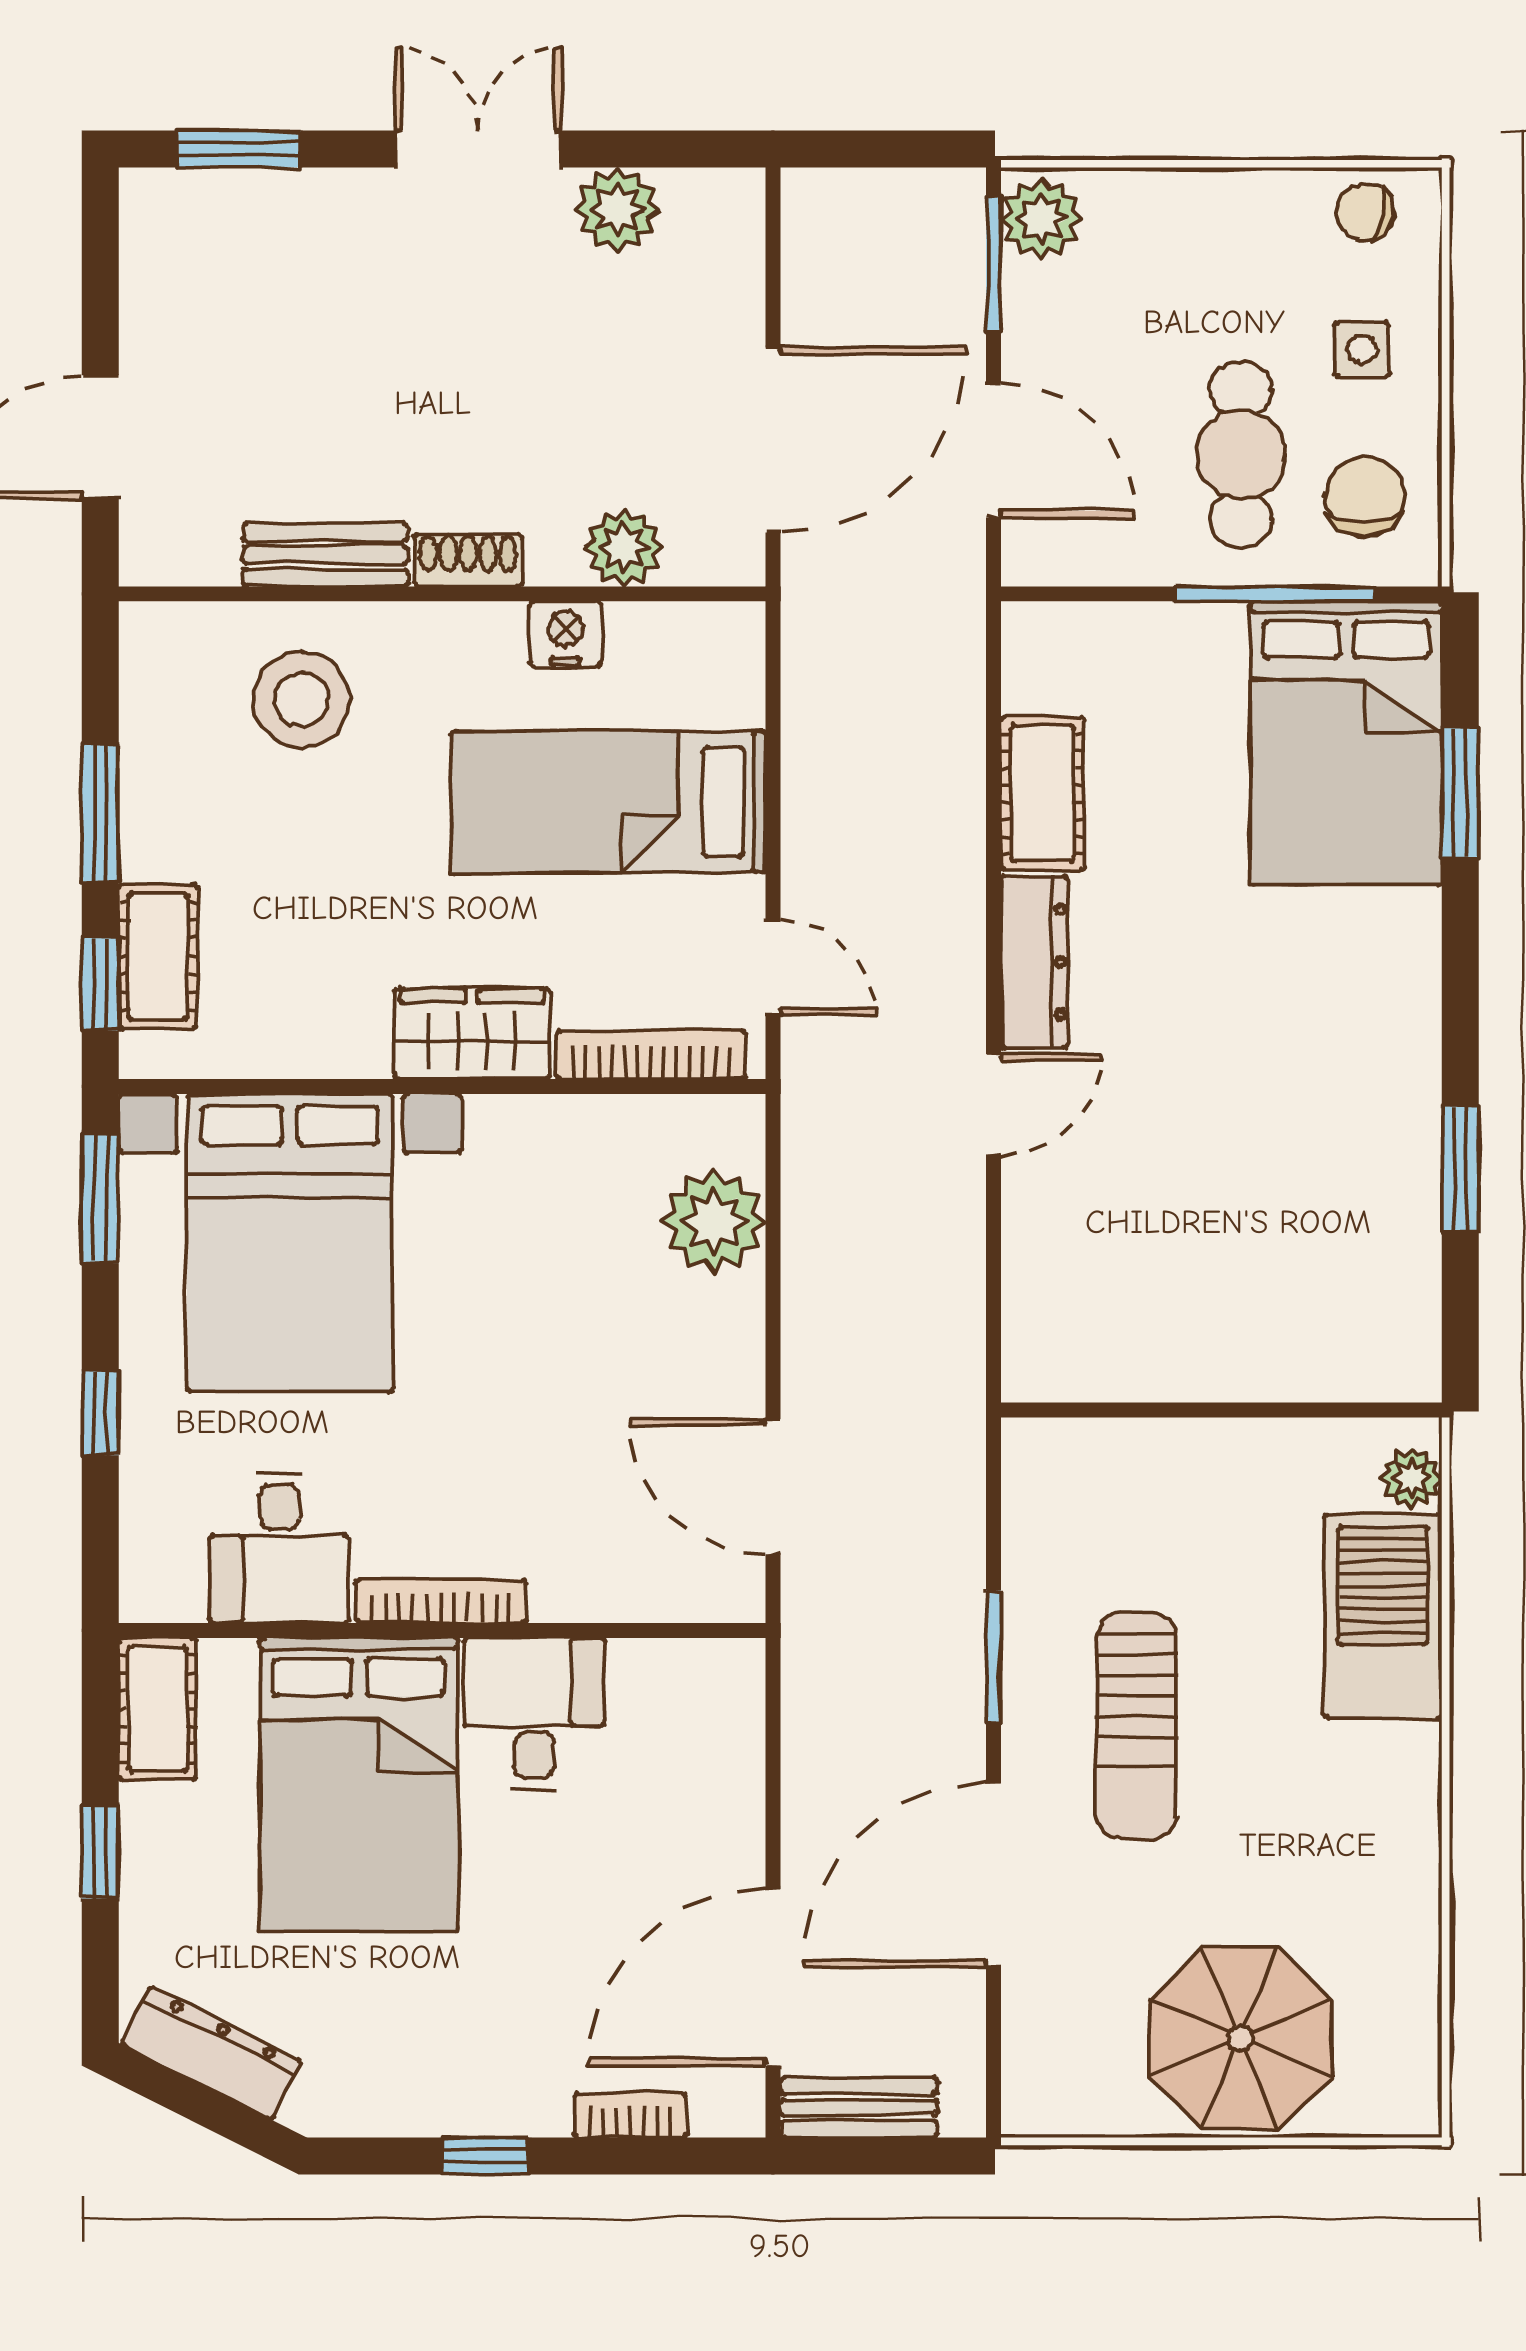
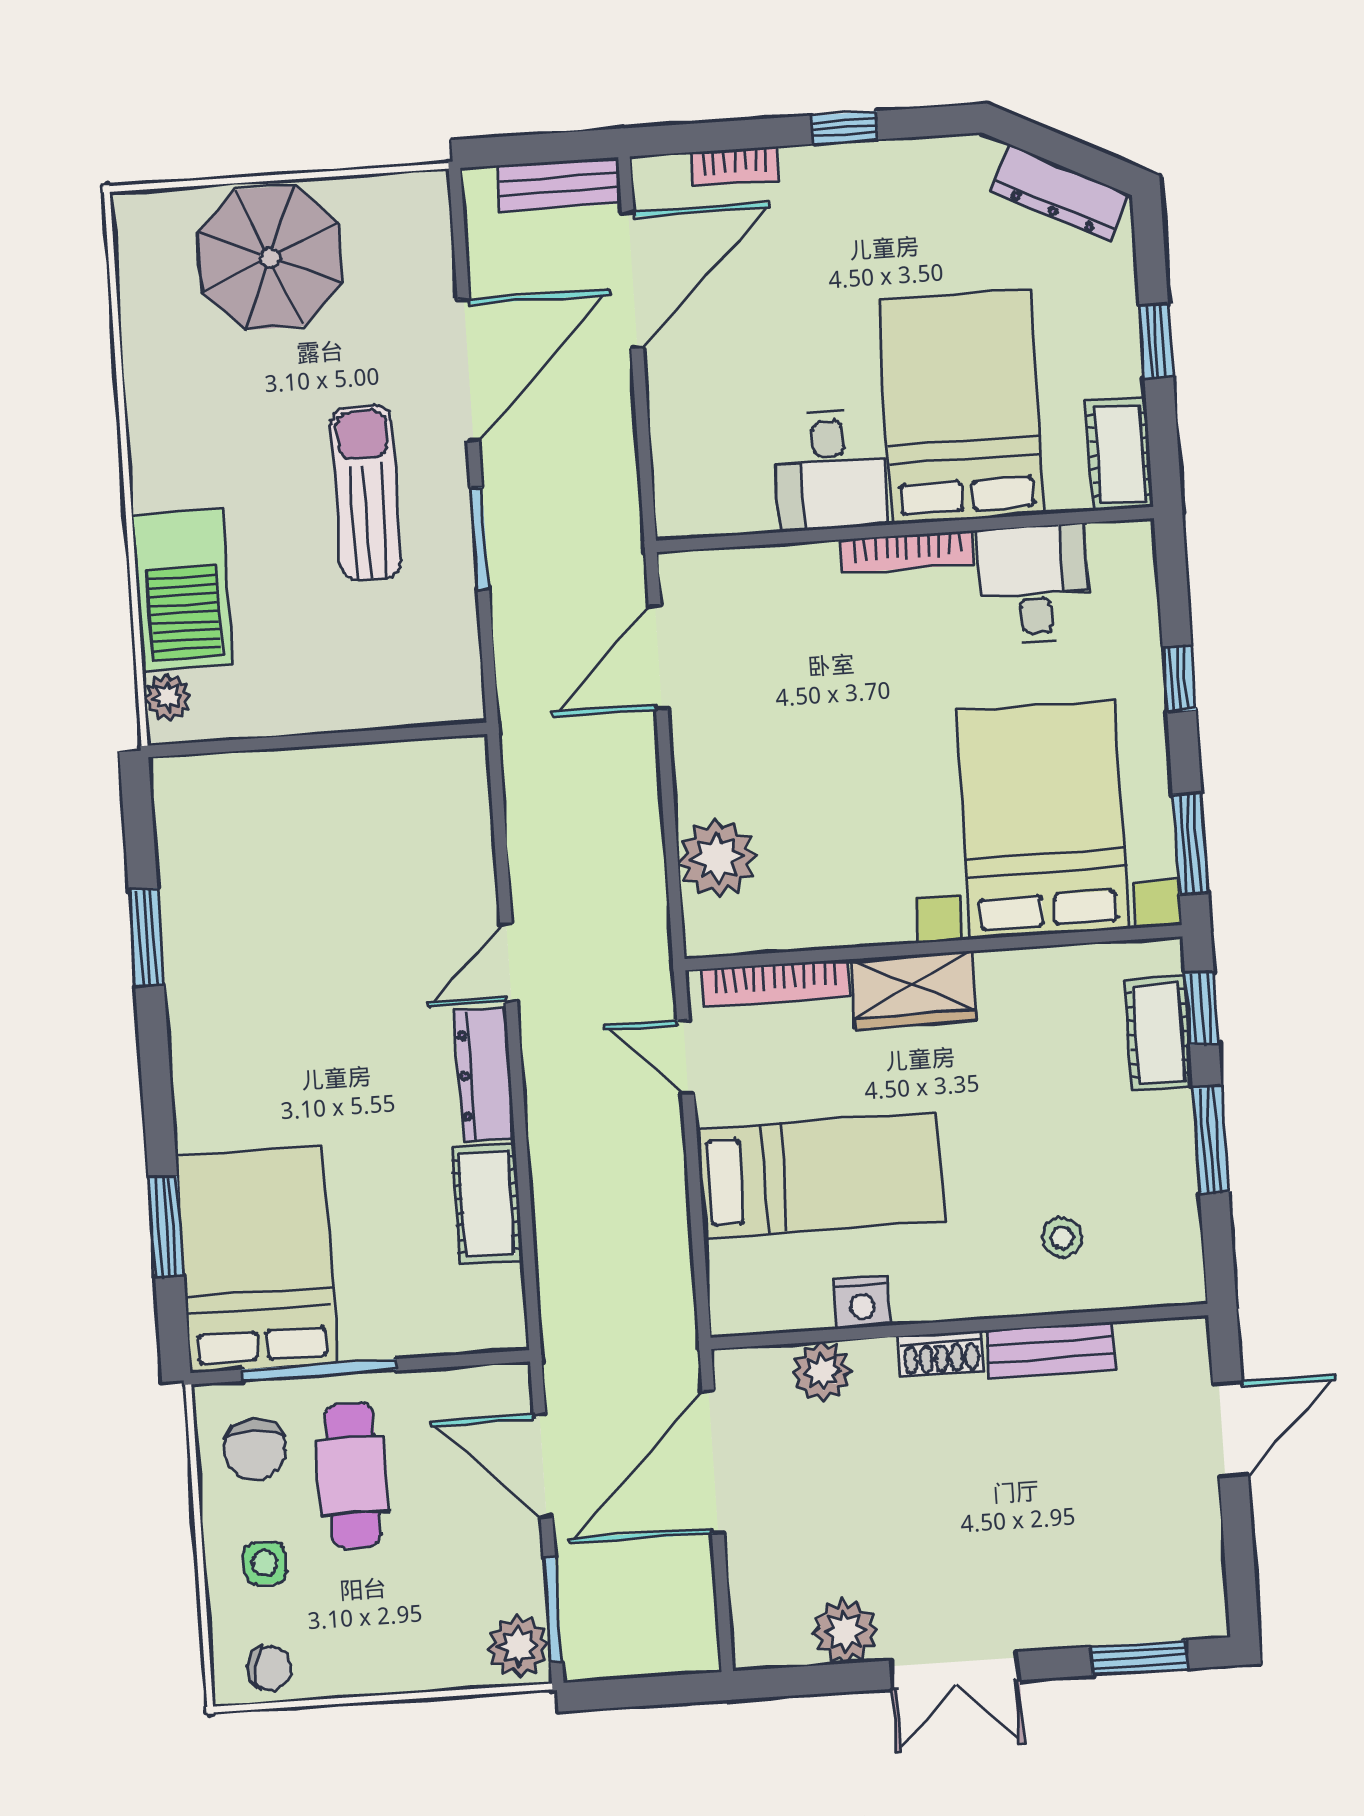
stool: (301, 700) -> (1062, 1238), width x0.53, depth x0.53
door: (773, 1487) -> (658, 657), swing flipped

